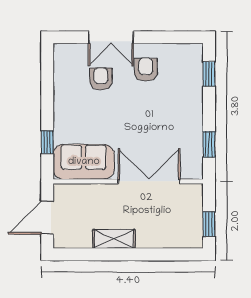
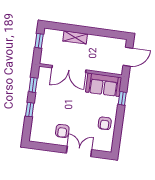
window: (209, 74) -> (30, 110), moved
armchair: (101, 79) -> (105, 123), moved
shelving: (114, 239) -> (75, 37), moved

